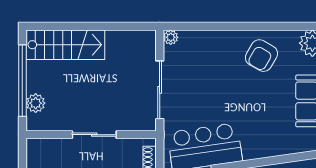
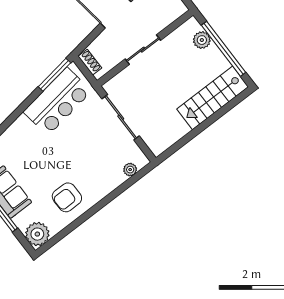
plant: (171, 37) -> (130, 170), moved
armchair: (261, 56) -> (67, 197), turned -120

